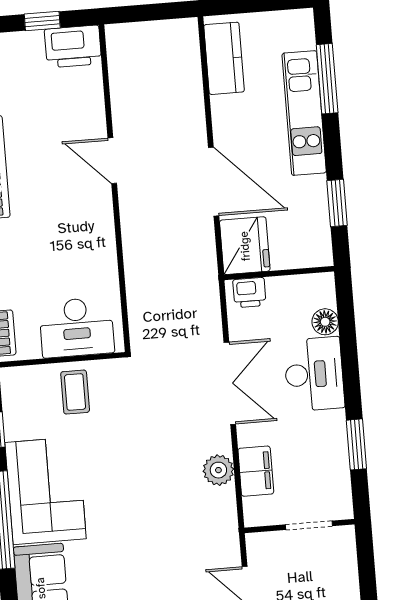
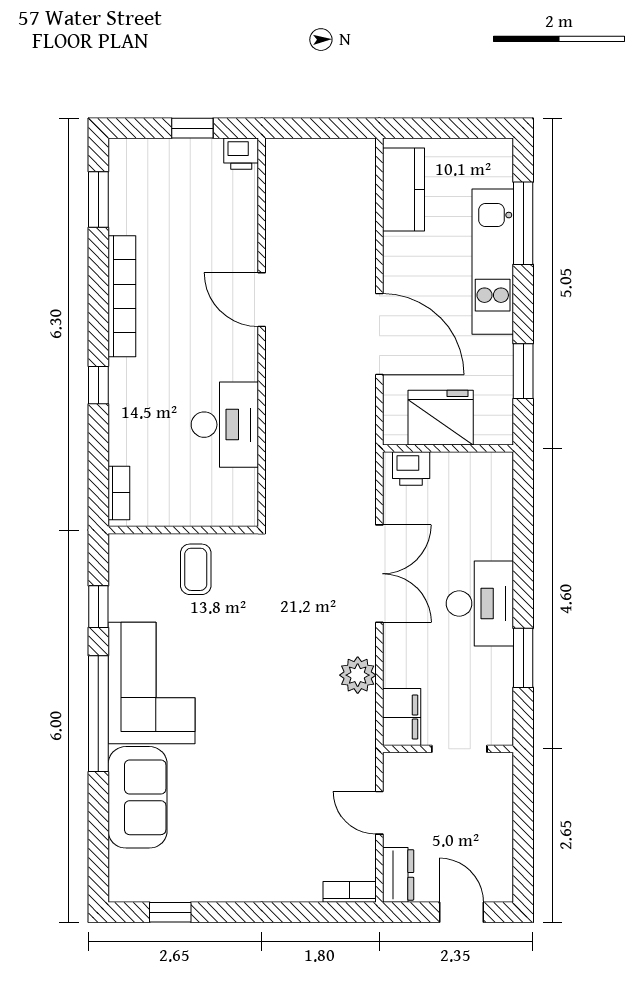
printer: (73, 46) -> (241, 154), width x0.53, depth x0.68
fridge: (245, 246) -> (441, 418), moved, turned -90
floor lamp: (325, 322) -> (498, 510), removed
desk: (77, 327) -> (225, 425), moved, turned -90
desk: (314, 374) -> (480, 604), moved
filing cabinet: (256, 471) -> (402, 717), moved

